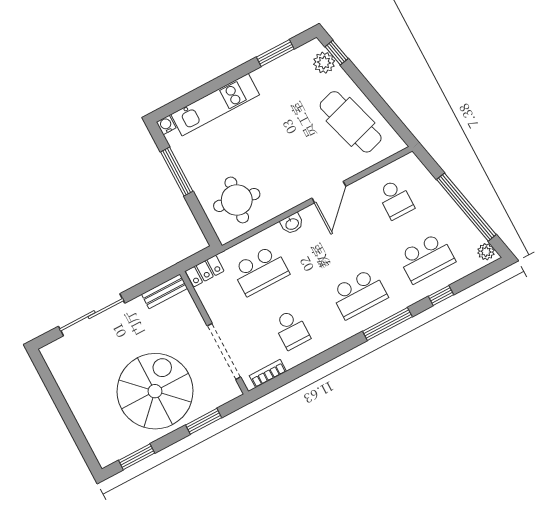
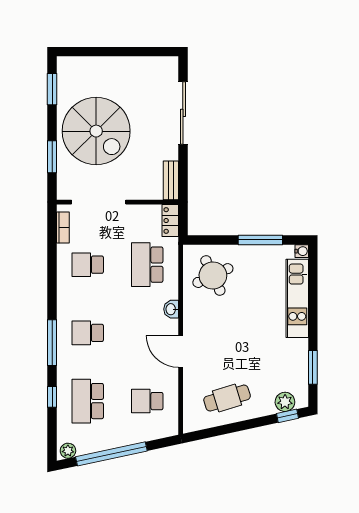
cafe table: (351, 122) -> (227, 398), width x0.73, depth x0.74
round table: (237, 200) -> (213, 276), turned -34
school desk: (359, 294) -> (88, 333), width x0.54

